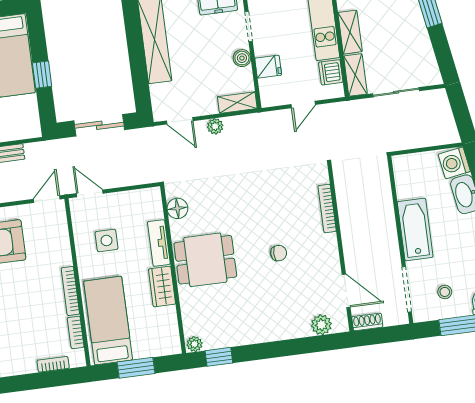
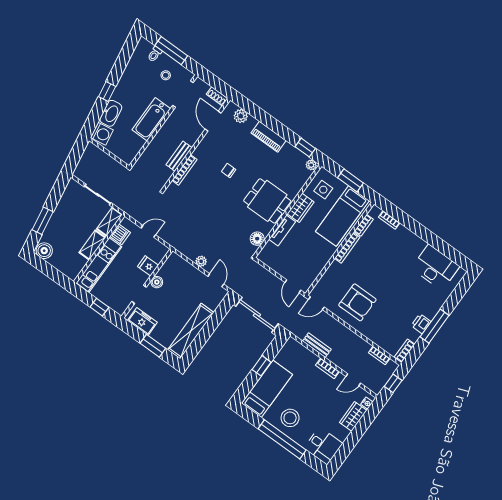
shelving: (237, 103) -> (180, 263), removed
sliding door: (99, 125) -> (257, 315), width x1.37
bench: (347, 218) -> (179, 156), added
side table: (106, 240) -> (323, 190), moved
piano: (270, 331) -> (269, 137), added

